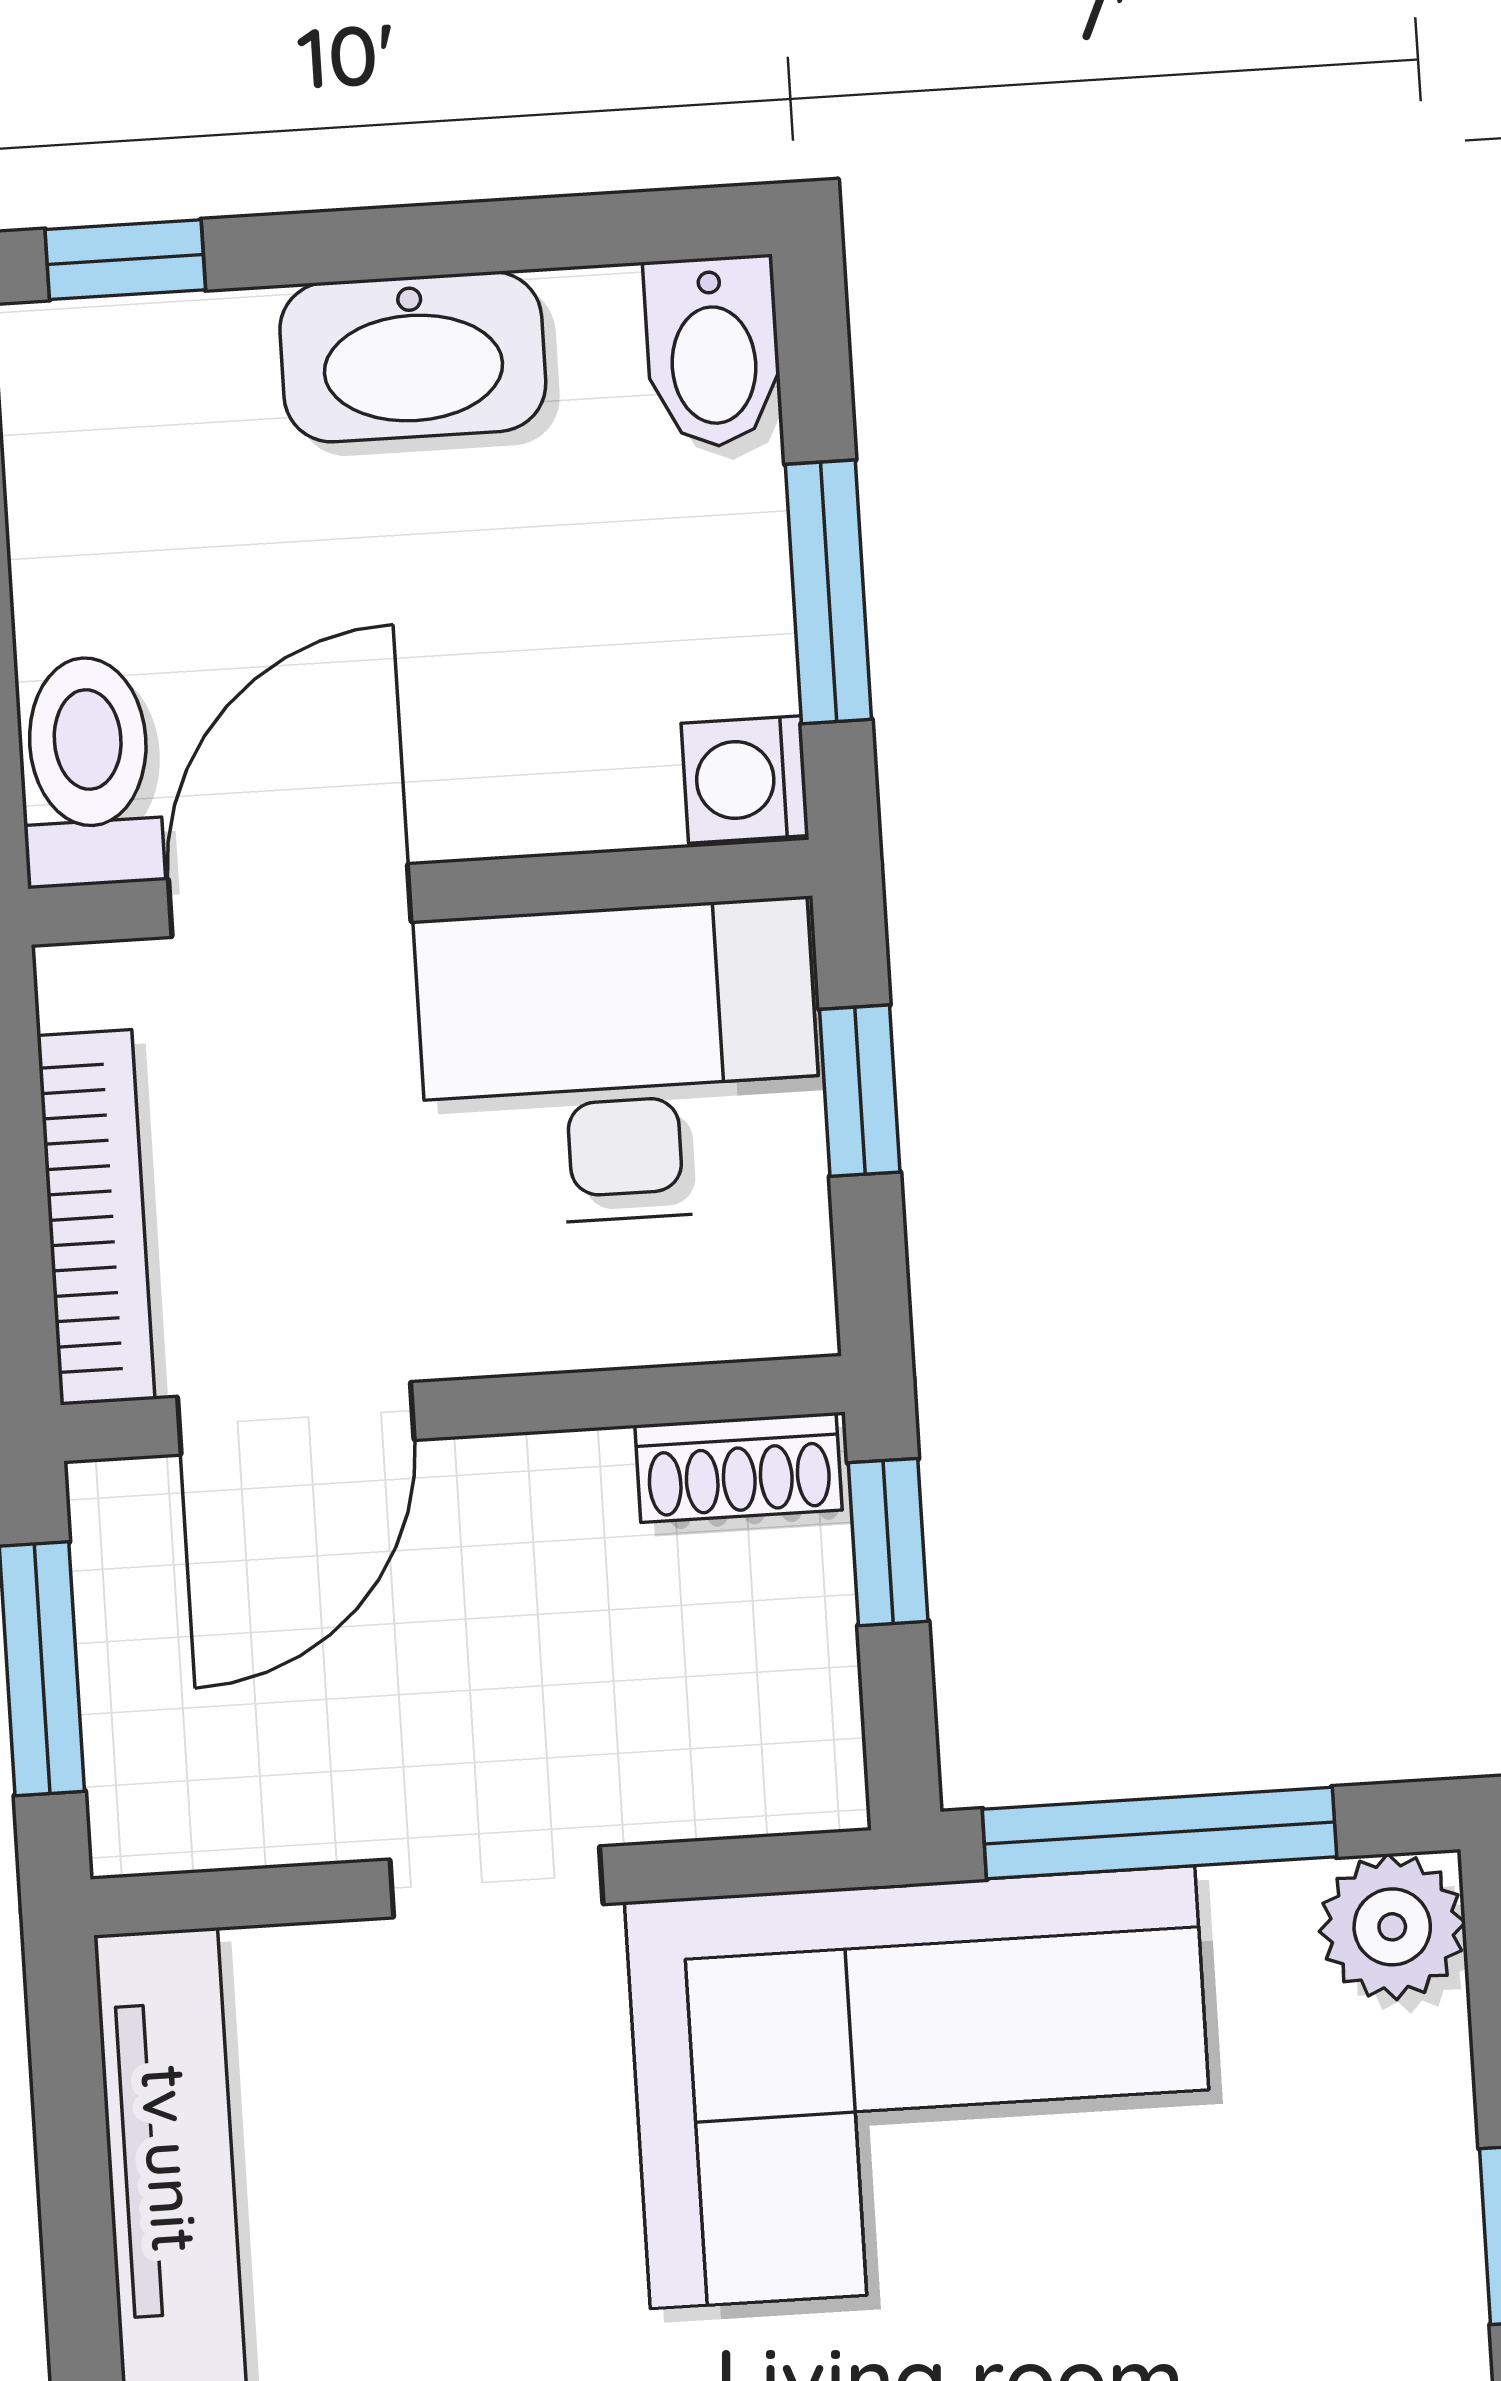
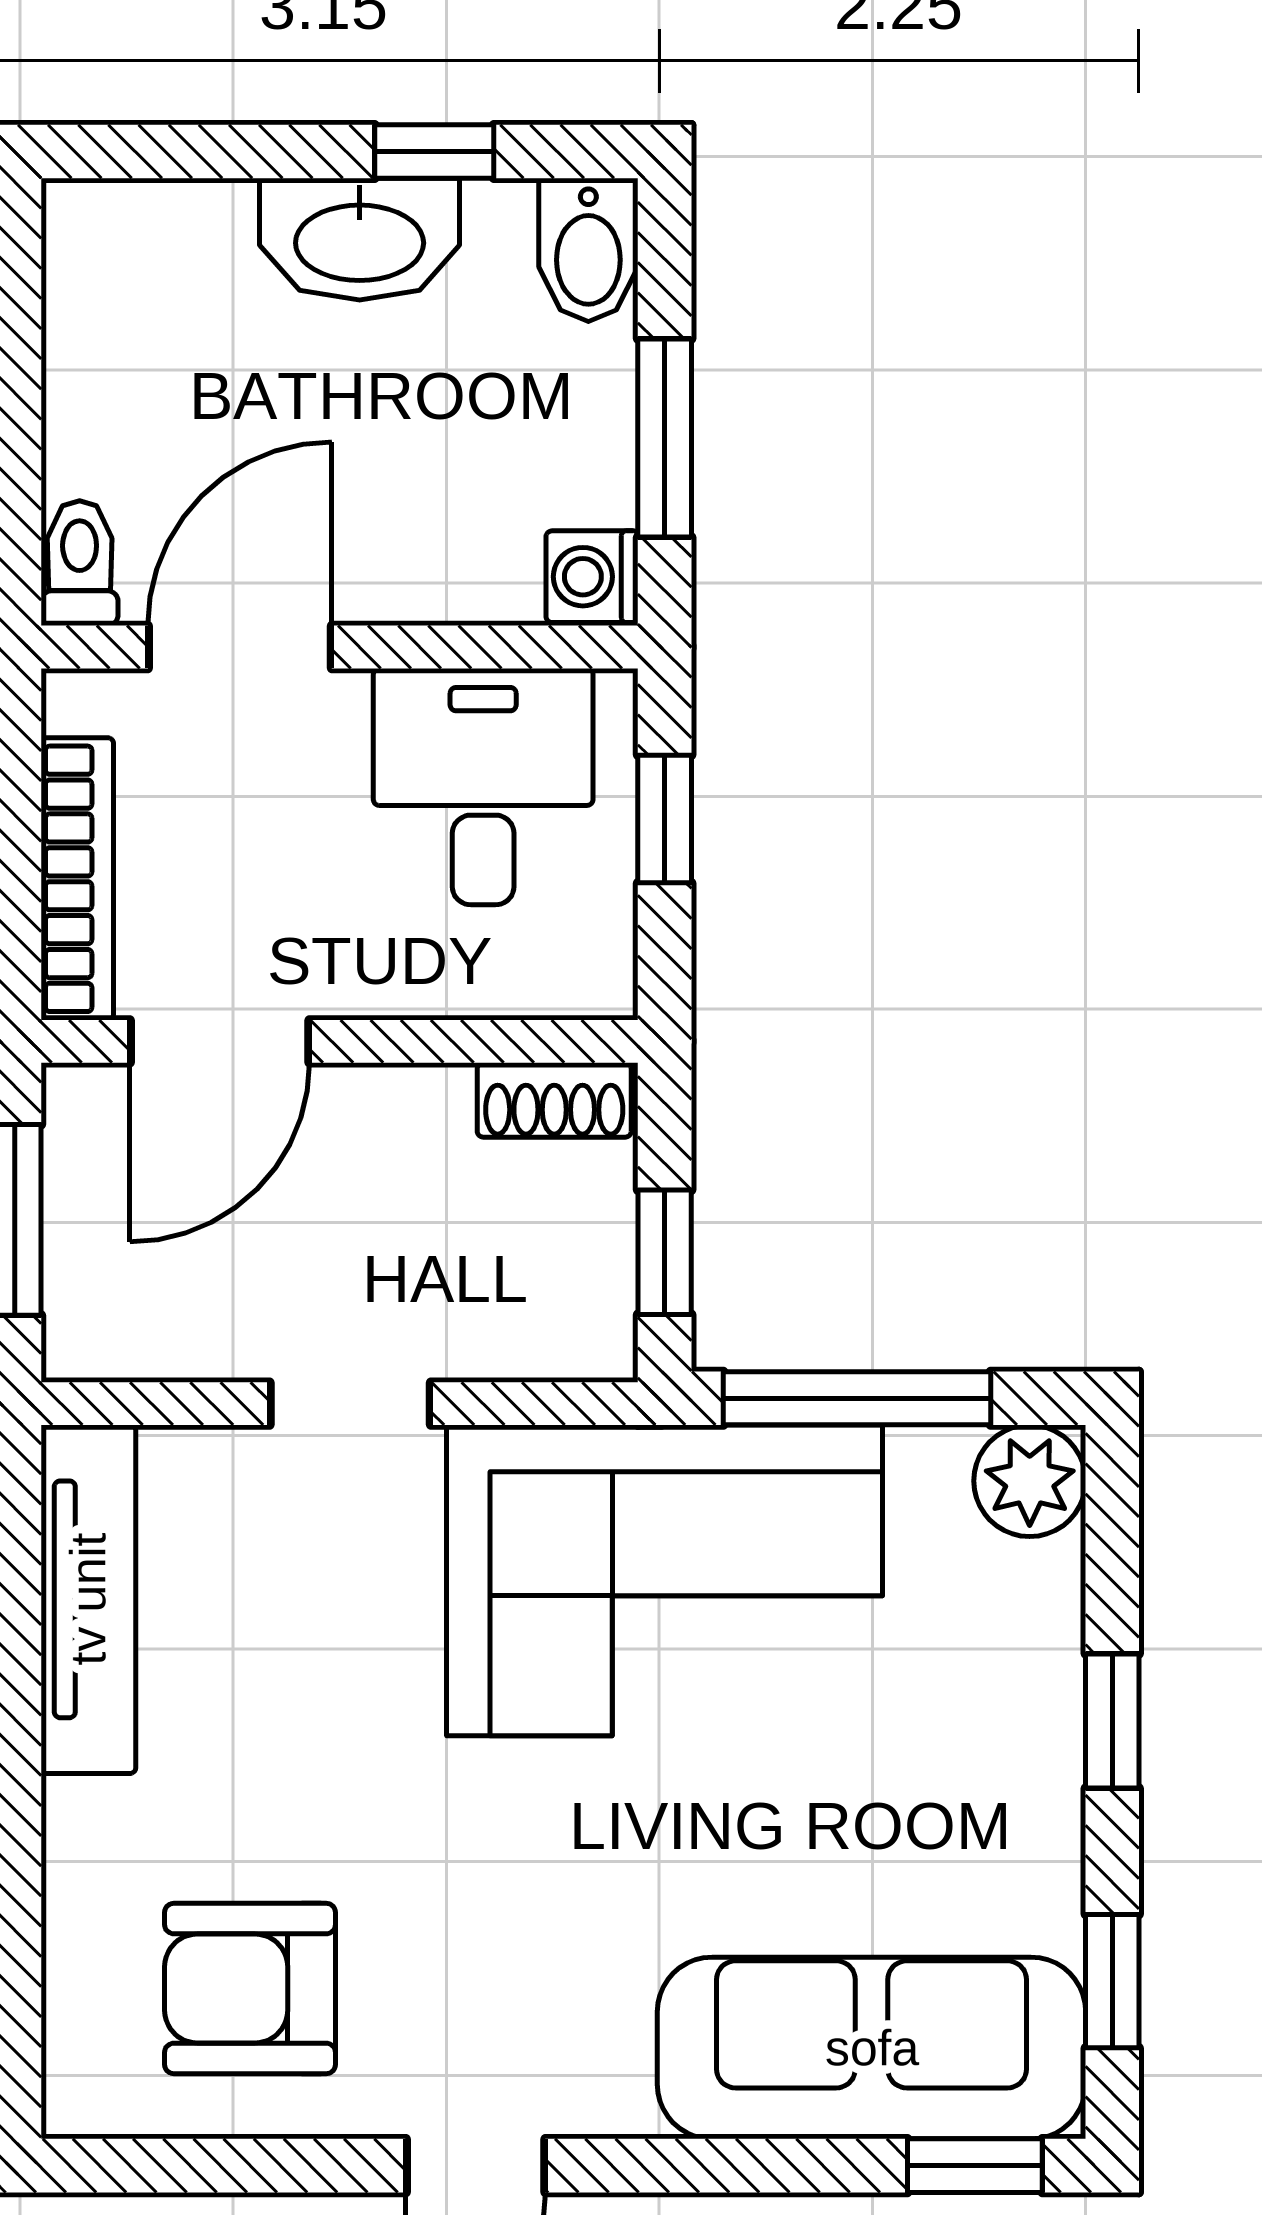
window: (125, 260) -> (434, 151), moved
toilet: (90, 771) -> (80, 563), width x0.73, depth x0.72
desk: (620, 1063) -> (483, 787), width x0.73
window: (888, 1542) -> (665, 1252), moved

